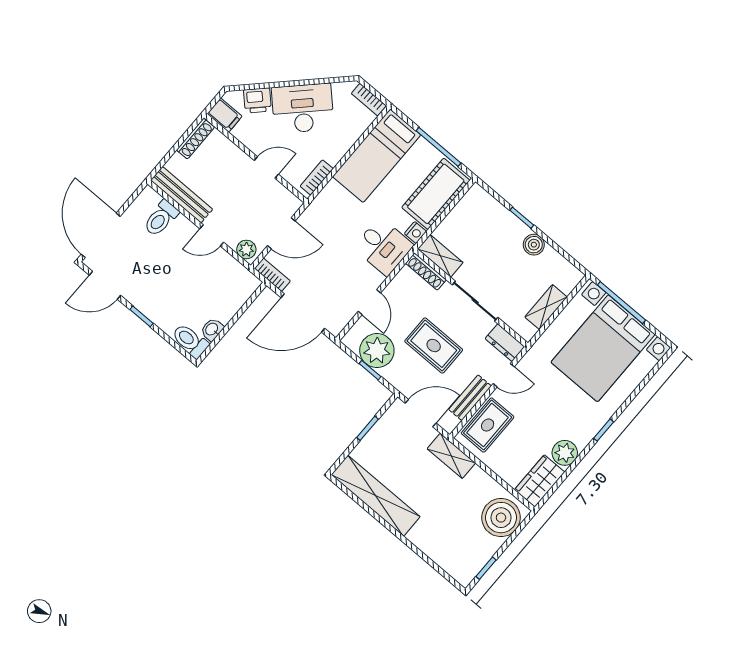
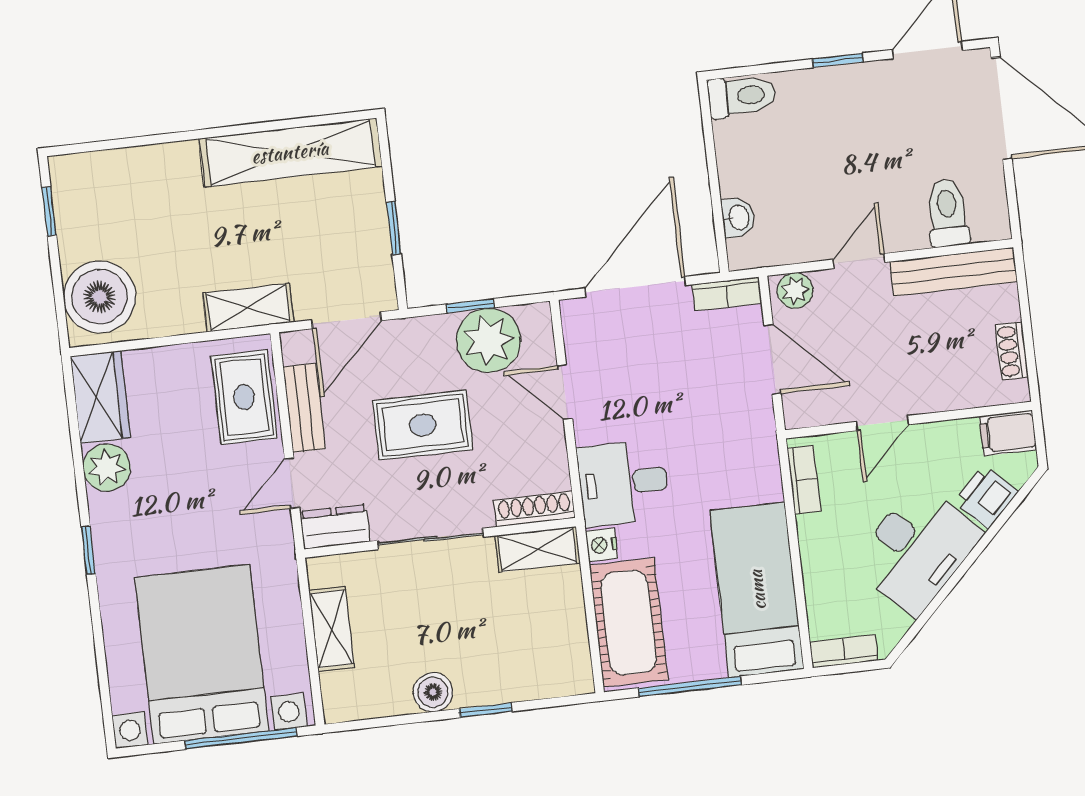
shoe rack: (195, 139) -> (1012, 351), width x0.70
door: (281, 233) -> (773, 359), swing flipped
washbasin: (212, 329) -> (738, 218), moved

